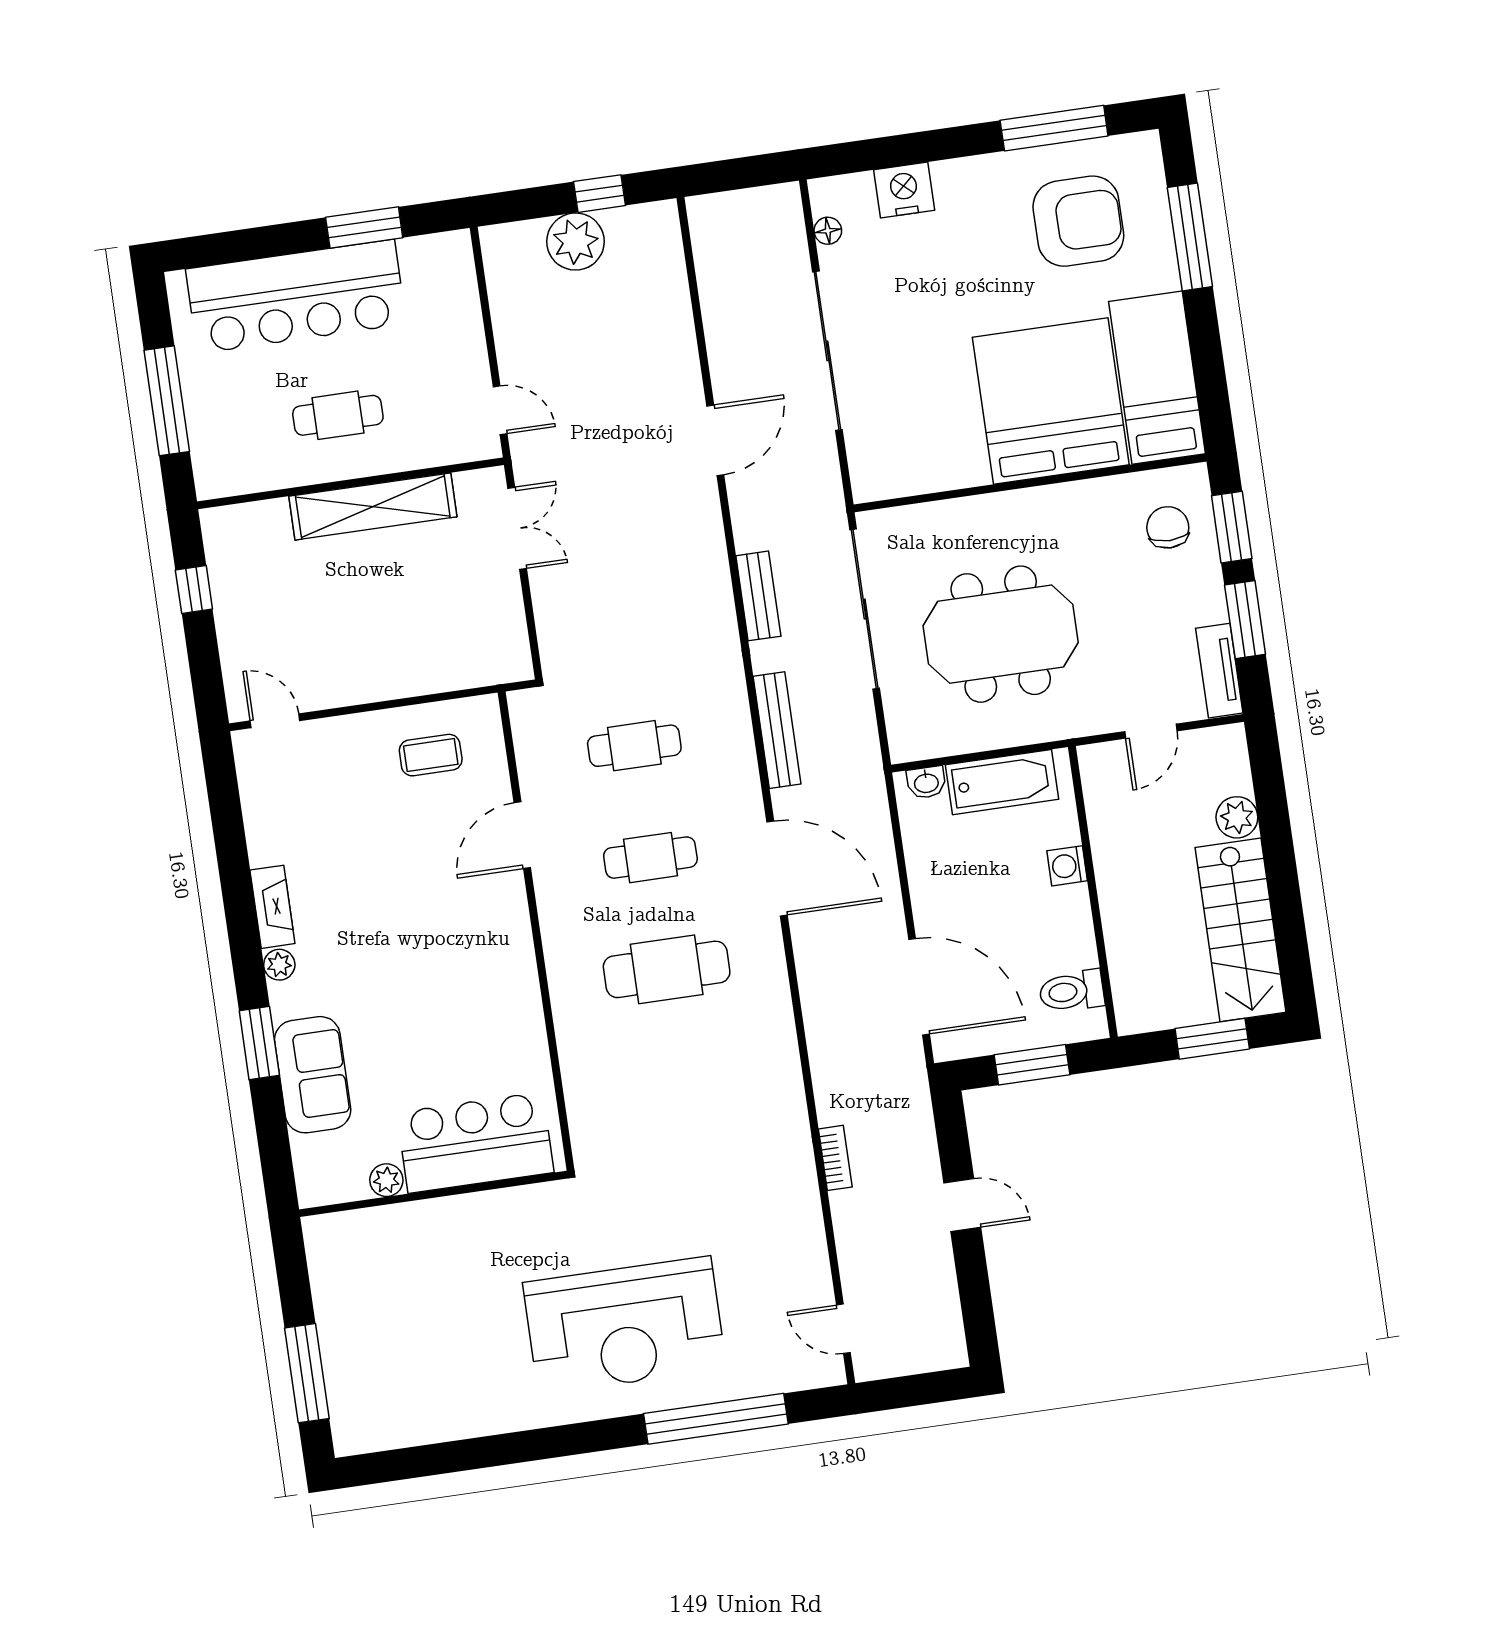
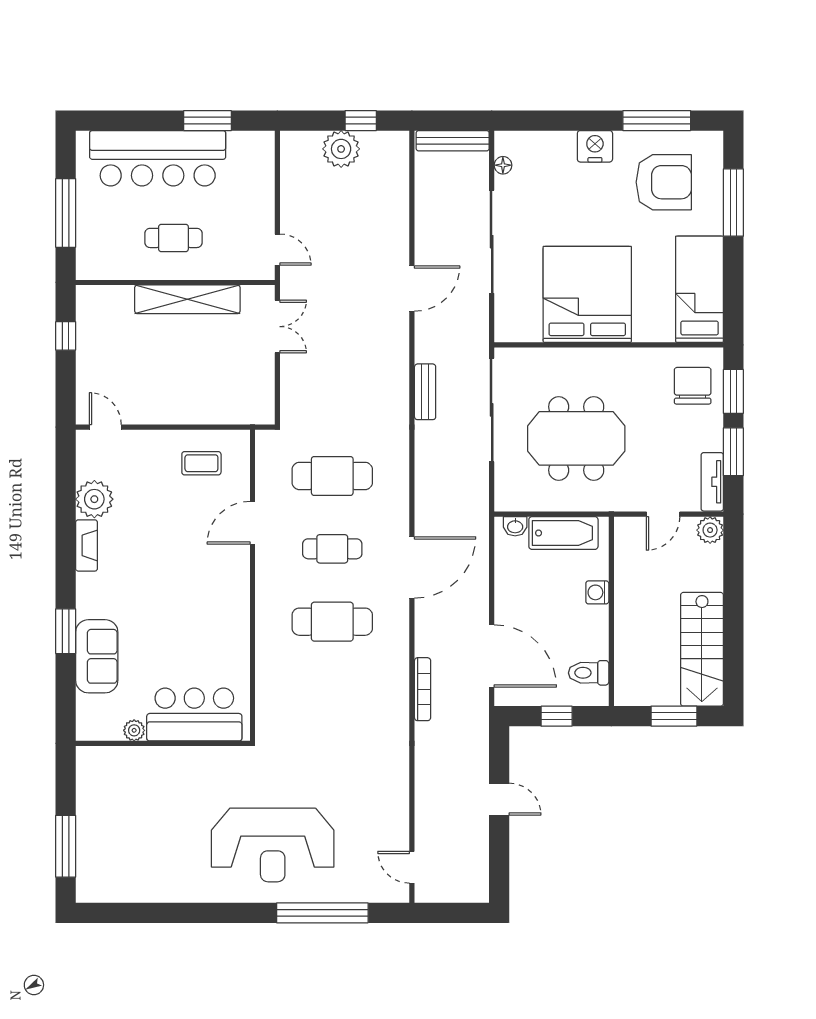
nightstand: (904, 190) -> (595, 146), moved
bed: (1051, 401) -> (587, 294), moved
chair: (1168, 527) -> (693, 386), width x1.37, depth x1.37
bench: (777, 730) -> (453, 141), moved, turned 90
cafe table: (634, 746) -> (332, 476), width x1.37, depth x1.35
plant: (1237, 817) -> (710, 530), moved
door: (777, 868) -> (412, 567), hinge flipped
plant: (279, 965) -> (94, 499), moved, width x1.87, depth x1.87
window: (1032, 1065) -> (557, 716), width x0.67
bookcase: (835, 1158) -> (423, 689), moved, width x1.56

